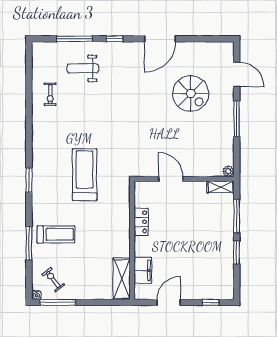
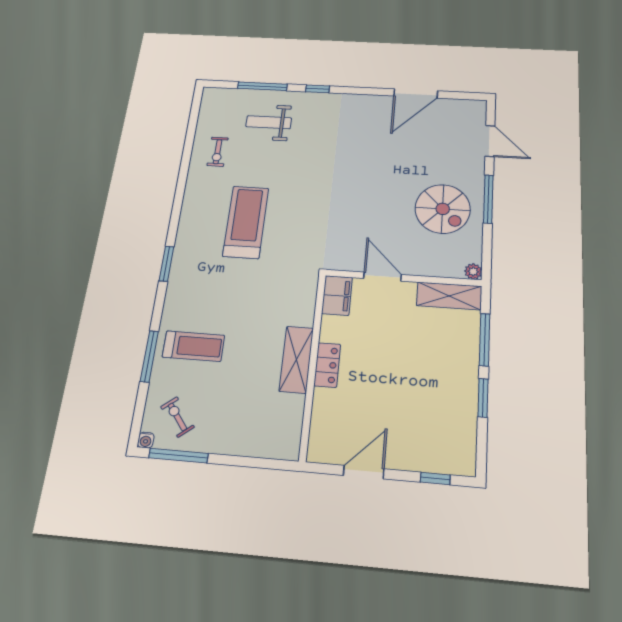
door: (160, 39) -> (416, 93), moved
spiral stairs: (191, 94) -> (443, 209), moved
treadmill: (85, 175) -> (246, 222), moved
shelving: (220, 187) -> (449, 296), width x1.50, depth x1.33
locker: (141, 222) -> (327, 365), moved
filing cabinet: (143, 270) -> (337, 295), moved
shelving: (122, 279) -> (296, 359), moved

